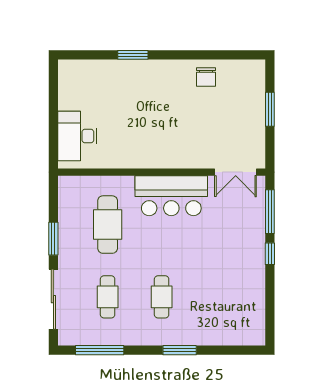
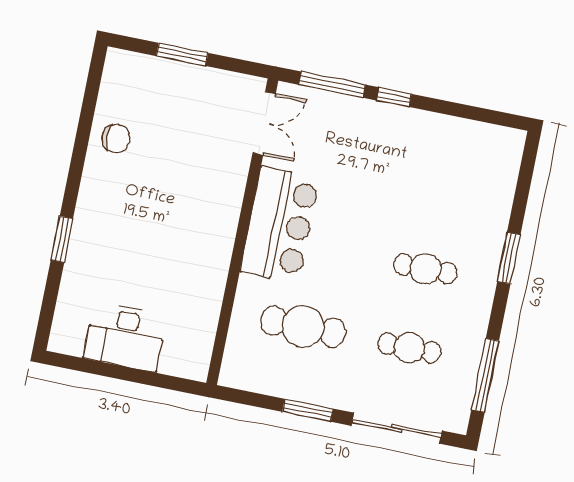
desk: (77, 136) -> (125, 337), moved

